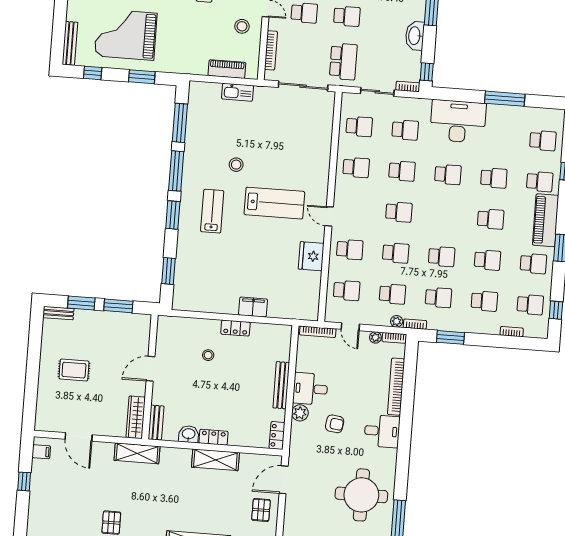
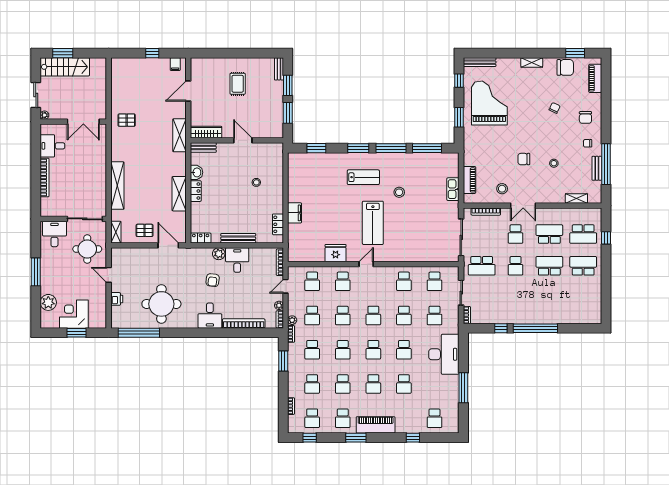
washbasin: (415, 36) -> (505, 317), removed
window: (427, 72) -> (501, 328), moved
school desk: (540, 182) -> (373, 350), moved
locker: (235, 328) -> (278, 224), moved

